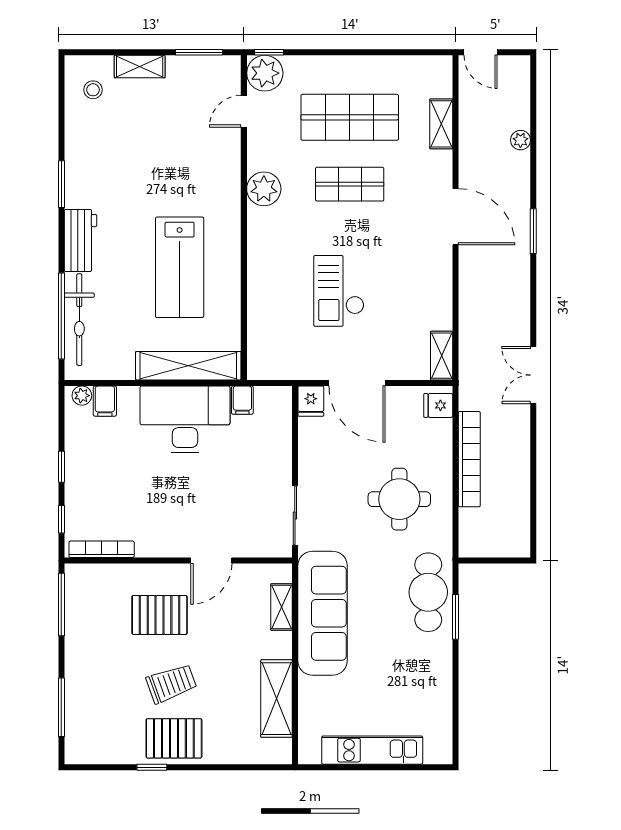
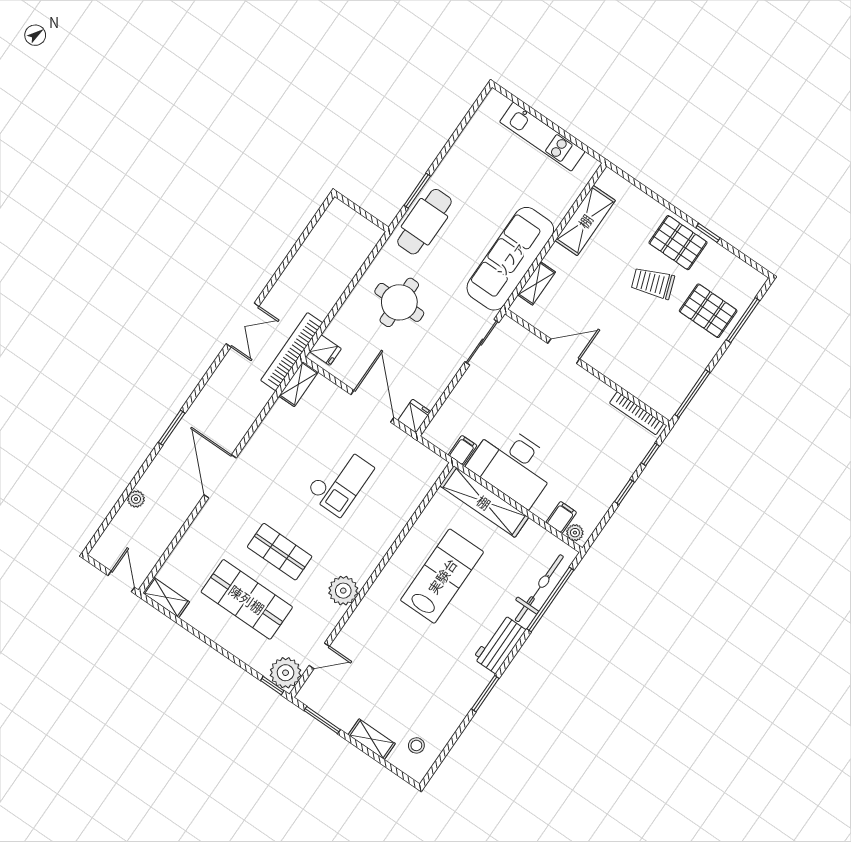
shelving: (441, 124) -> (166, 597), moved, turned 90
bookcase: (469, 459) -> (292, 352), moved
pallet: (160, 615) -> (708, 311), moved

